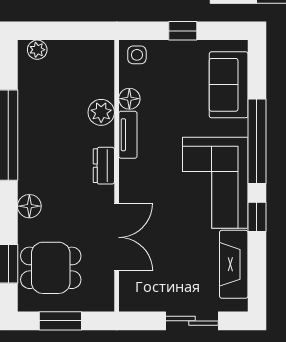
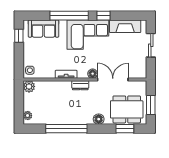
window: (183, 31) -> (19, 36), moved
floor lamp: (129, 99) -> (93, 74), moved
plant: (101, 112) -> (29, 86), moved
dining table: (51, 268) -> (127, 109), width x1.38

